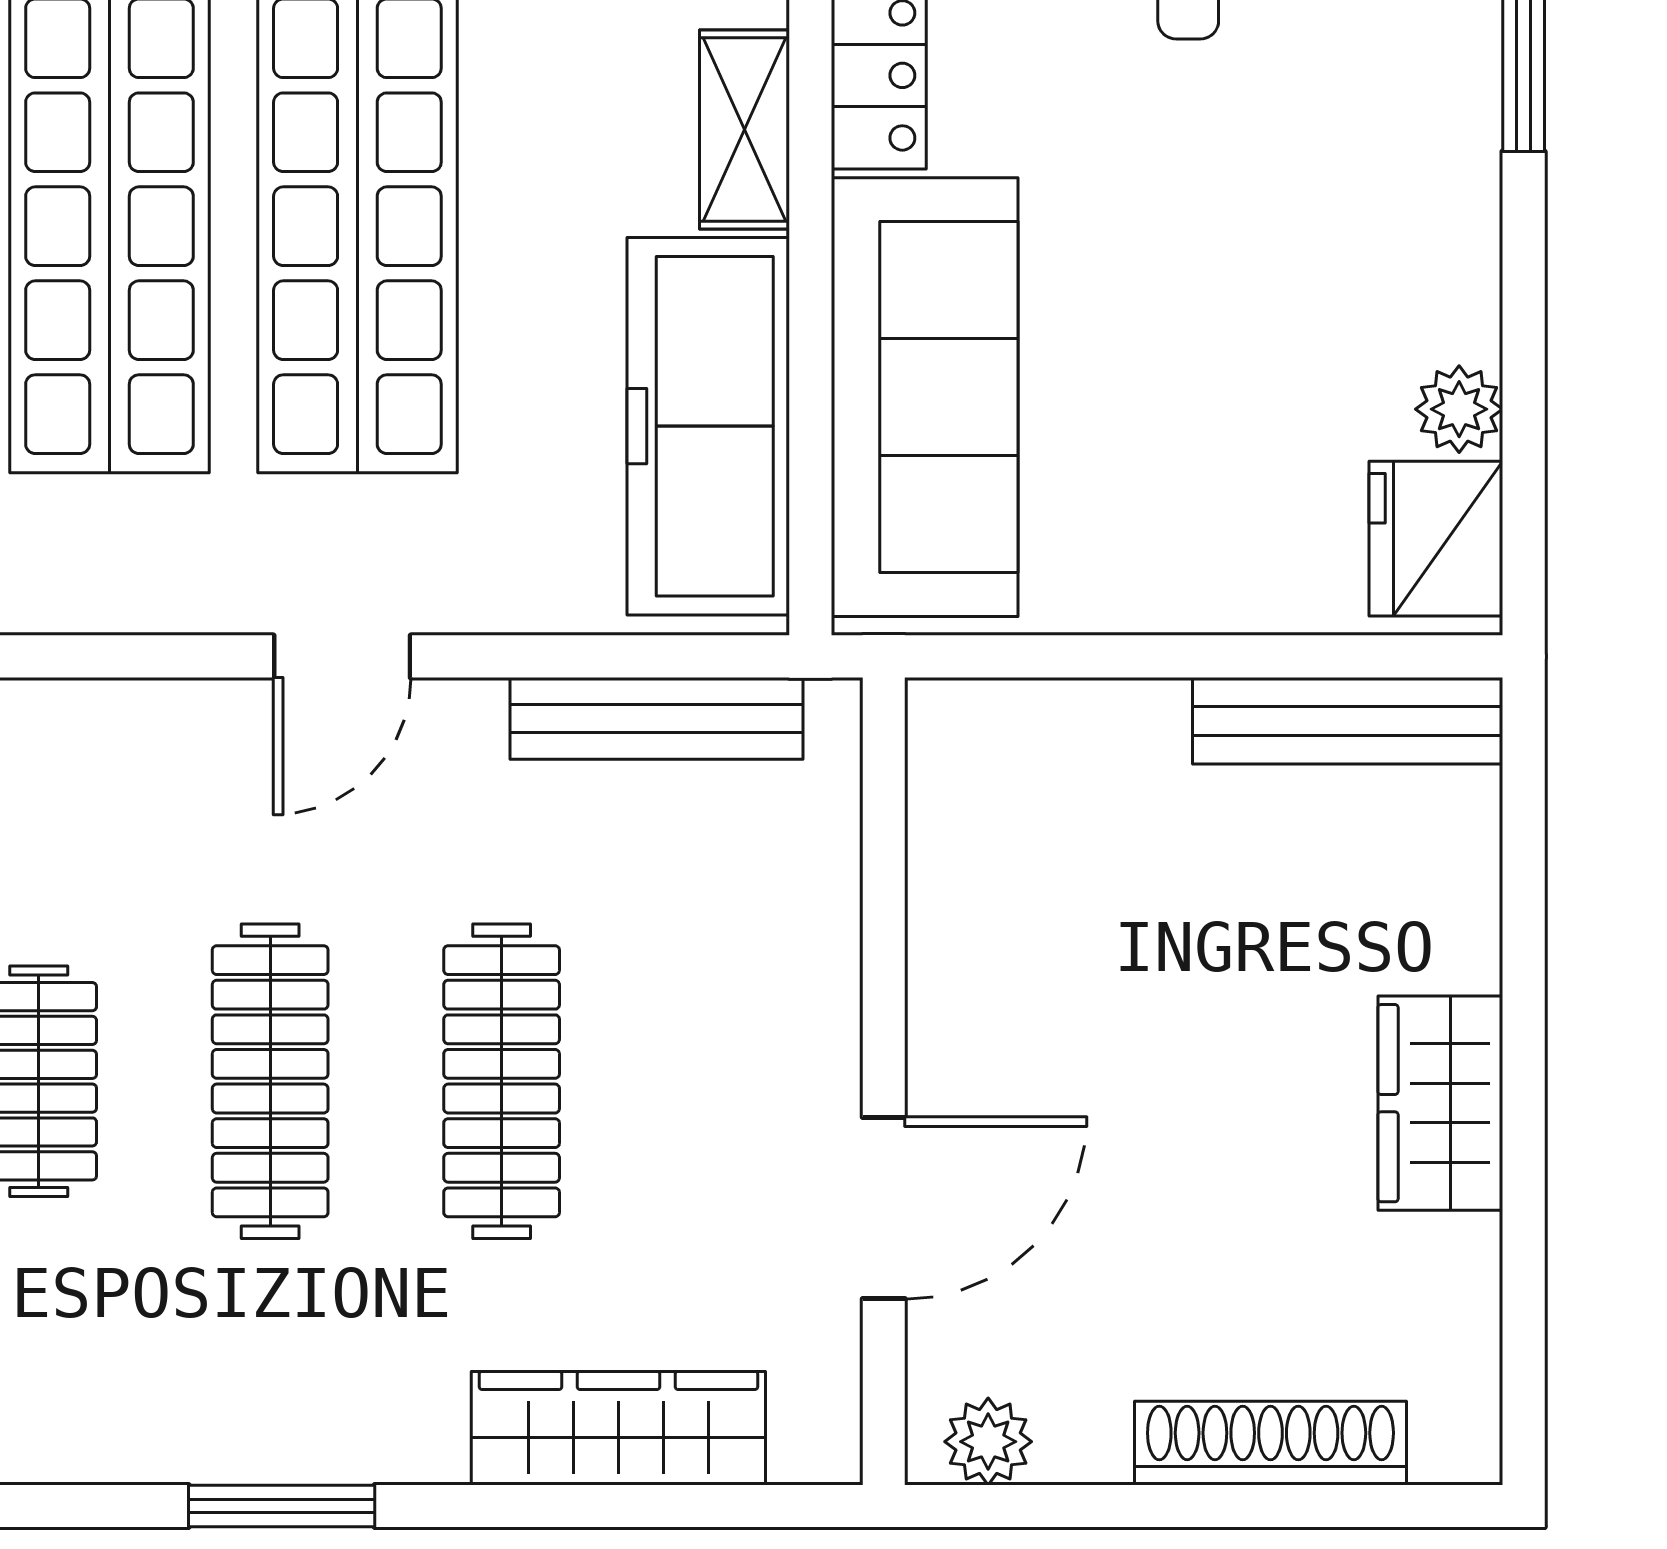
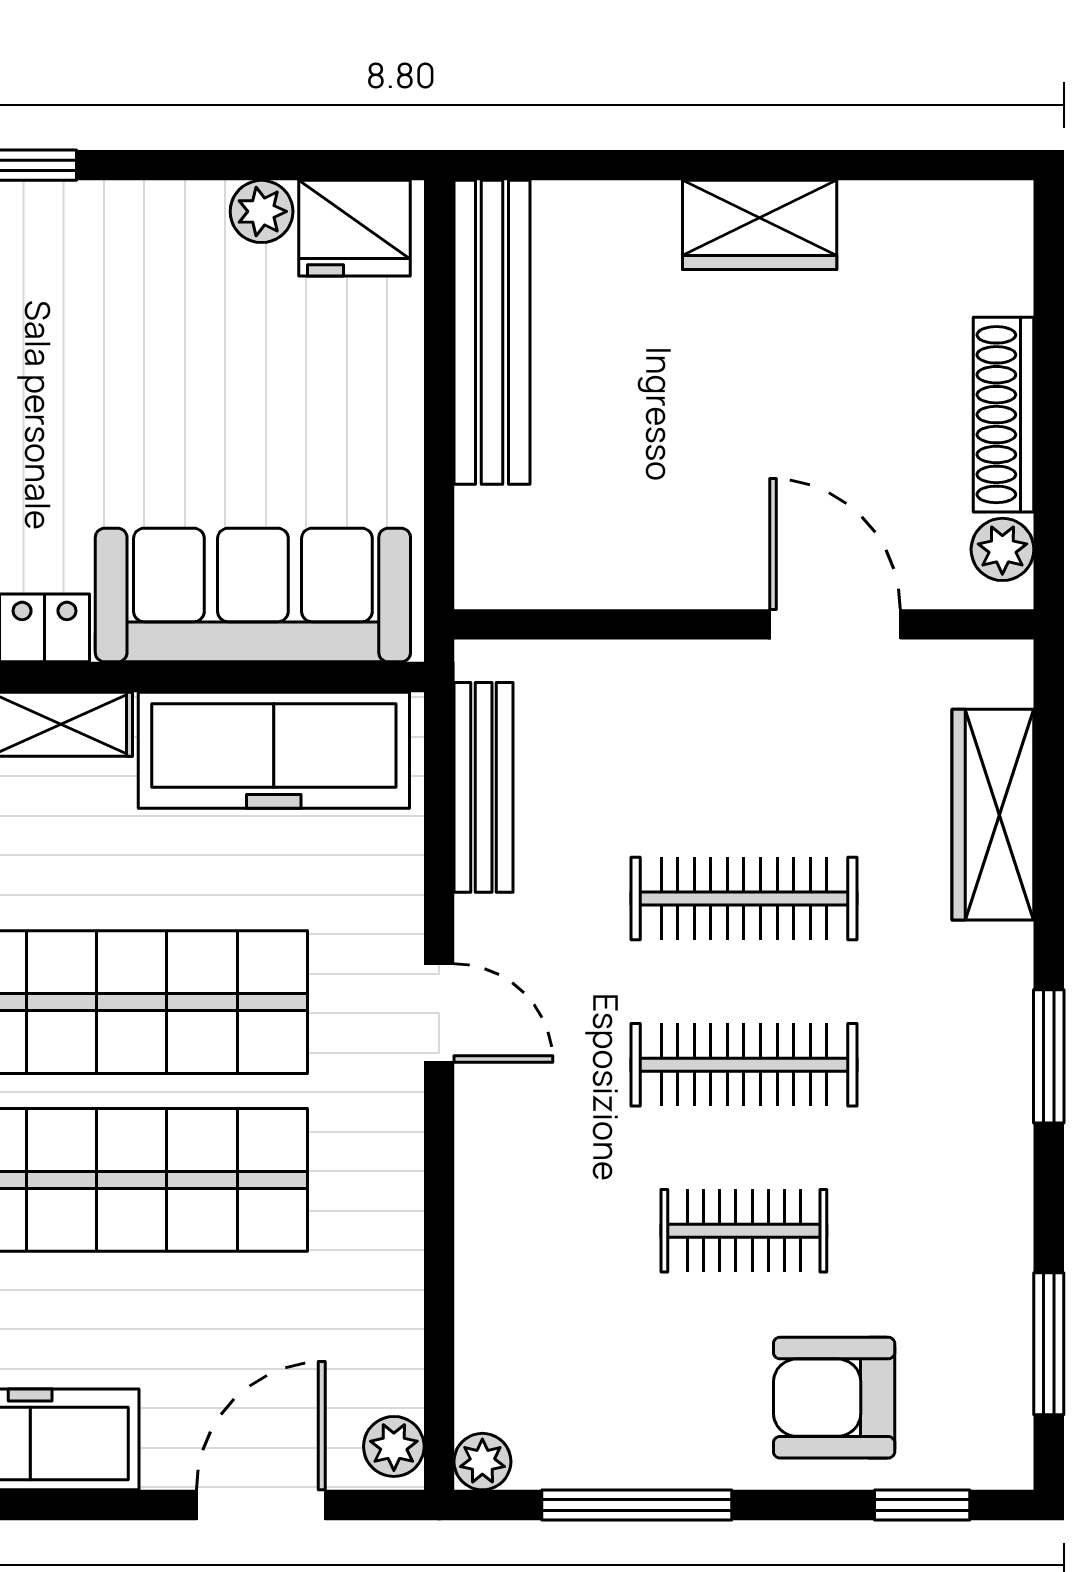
bench: (1348, 721) -> (492, 332), width x1.37, depth x1.21
shoe rack: (1270, 1443) -> (1004, 415), moved

